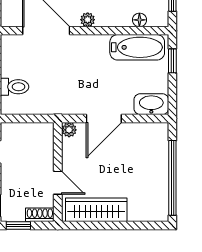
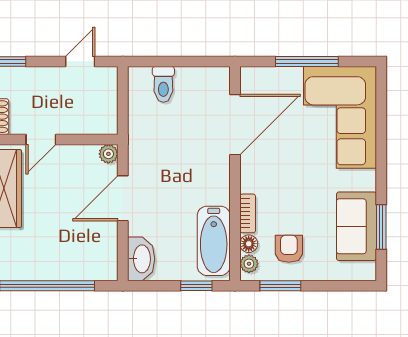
plant: (88, 20) -> (249, 264), moved
bookcase: (116, 21) -> (248, 213), added
door: (104, 119) -> (123, 198), hinge flipped

